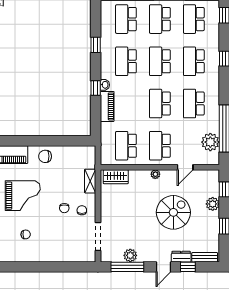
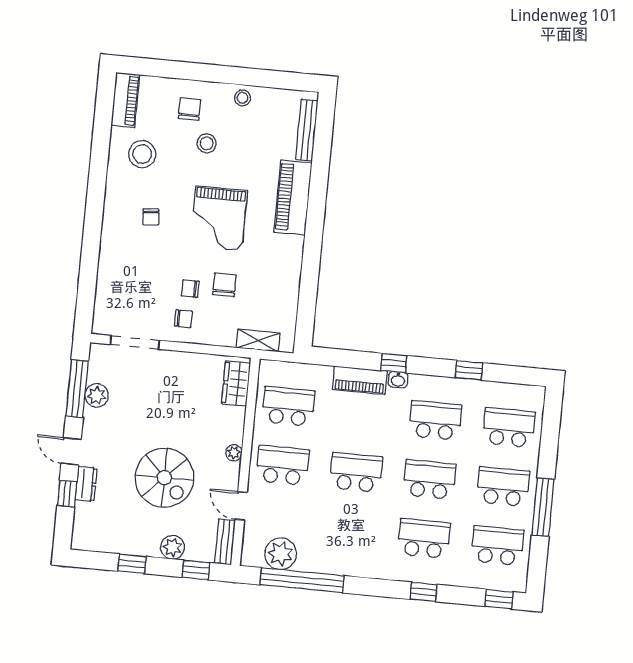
school desk: (194, 104) -> (350, 531), removed
chair: (45, 156) -> (224, 285), moved
shelving: (90, 181) -> (258, 340), moved
bench: (205, 257) -> (225, 542), moved

